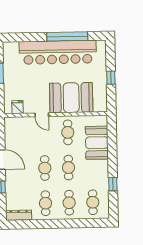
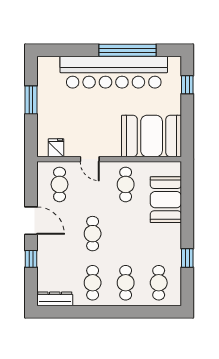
window: (111, 78) -> (187, 85), moved
booth: (71, 98) -> (152, 136), moved
cafe table: (68, 168) -> (60, 184), moved

